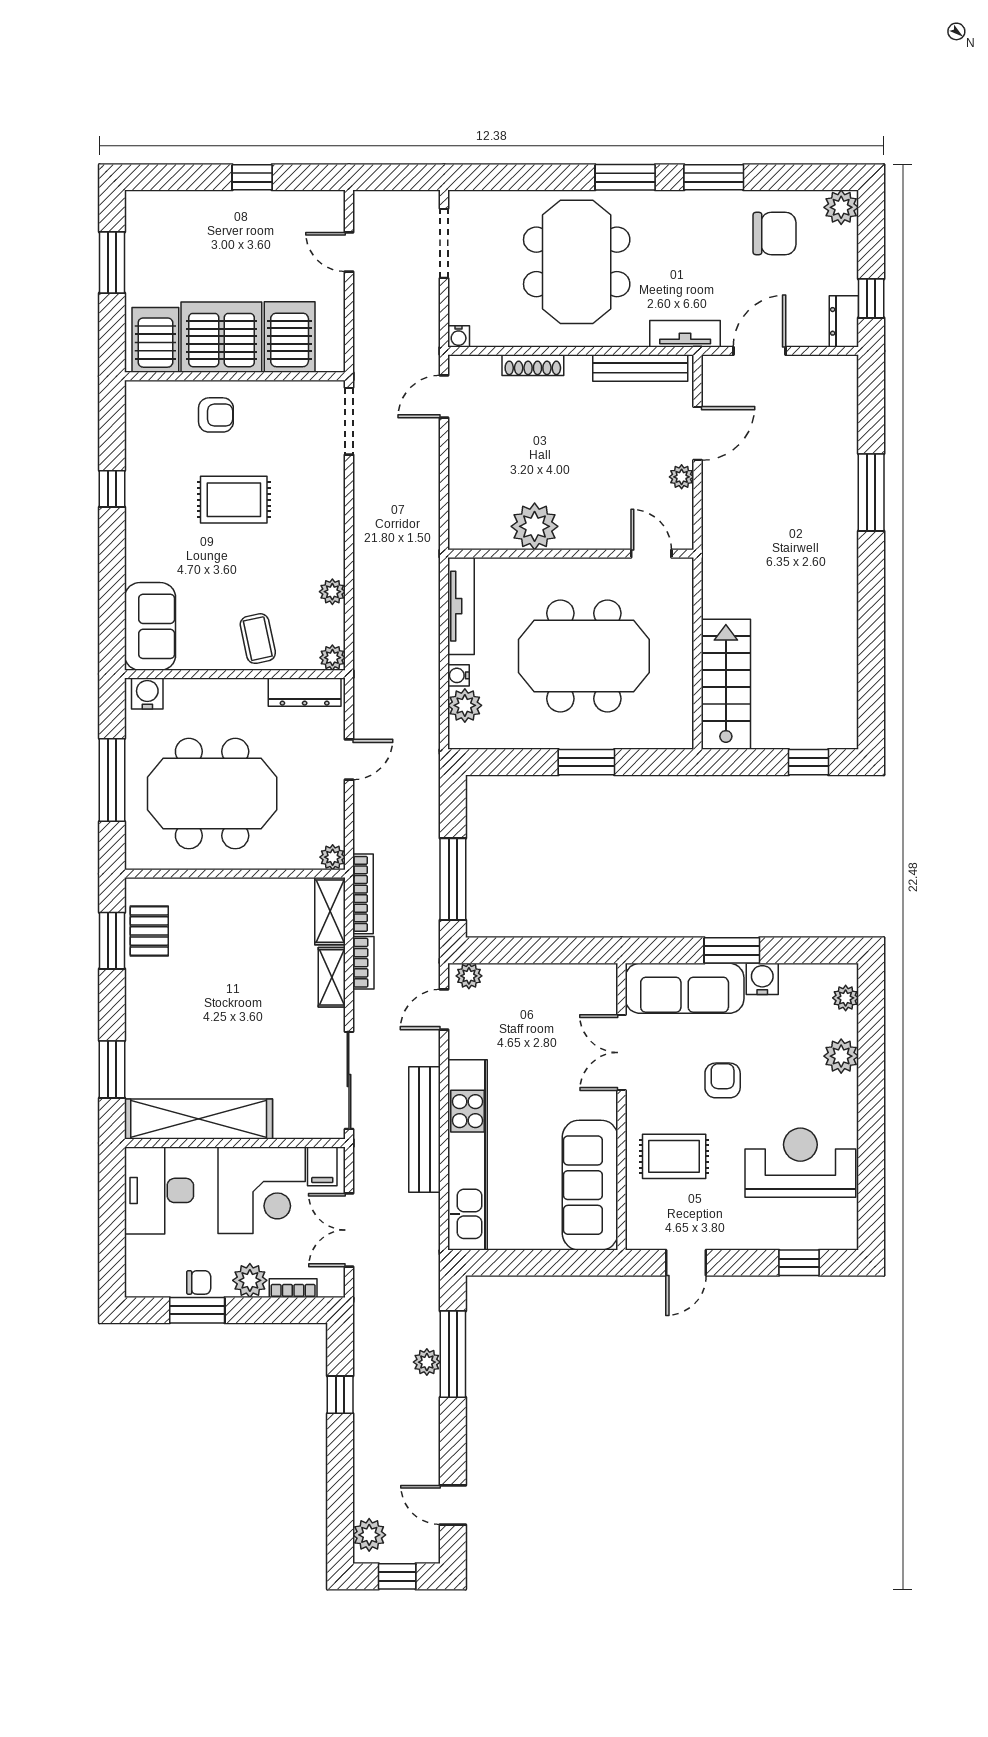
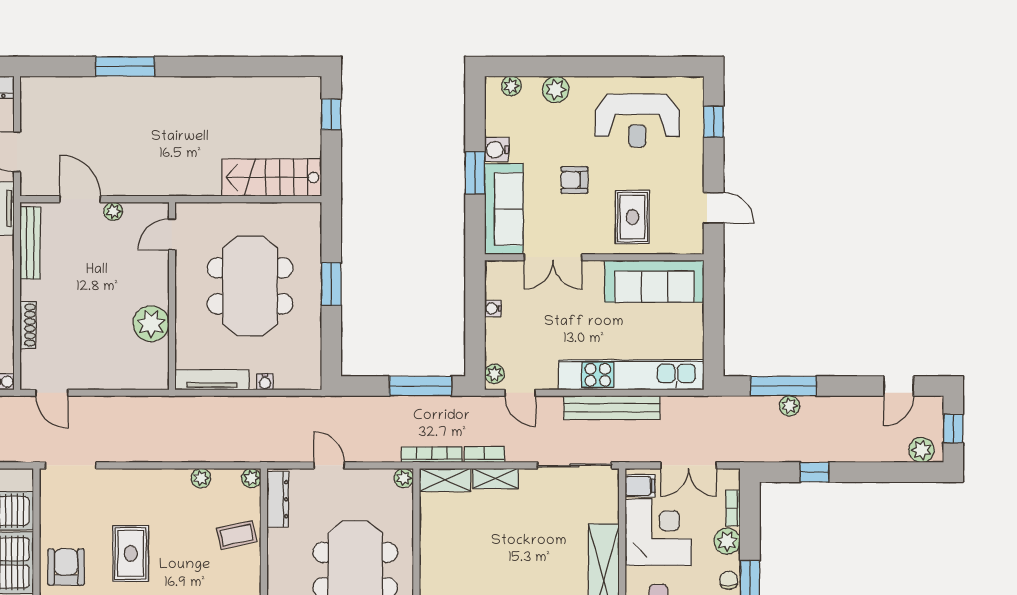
armchair: (216, 415) -> (66, 567), width x1.38, depth x1.38
plant: (465, 705) -> (288, 377), removed
water cooler: (554, 974) -> (493, 308), added
reception desk: (800, 1163) -> (637, 121), turned -90

